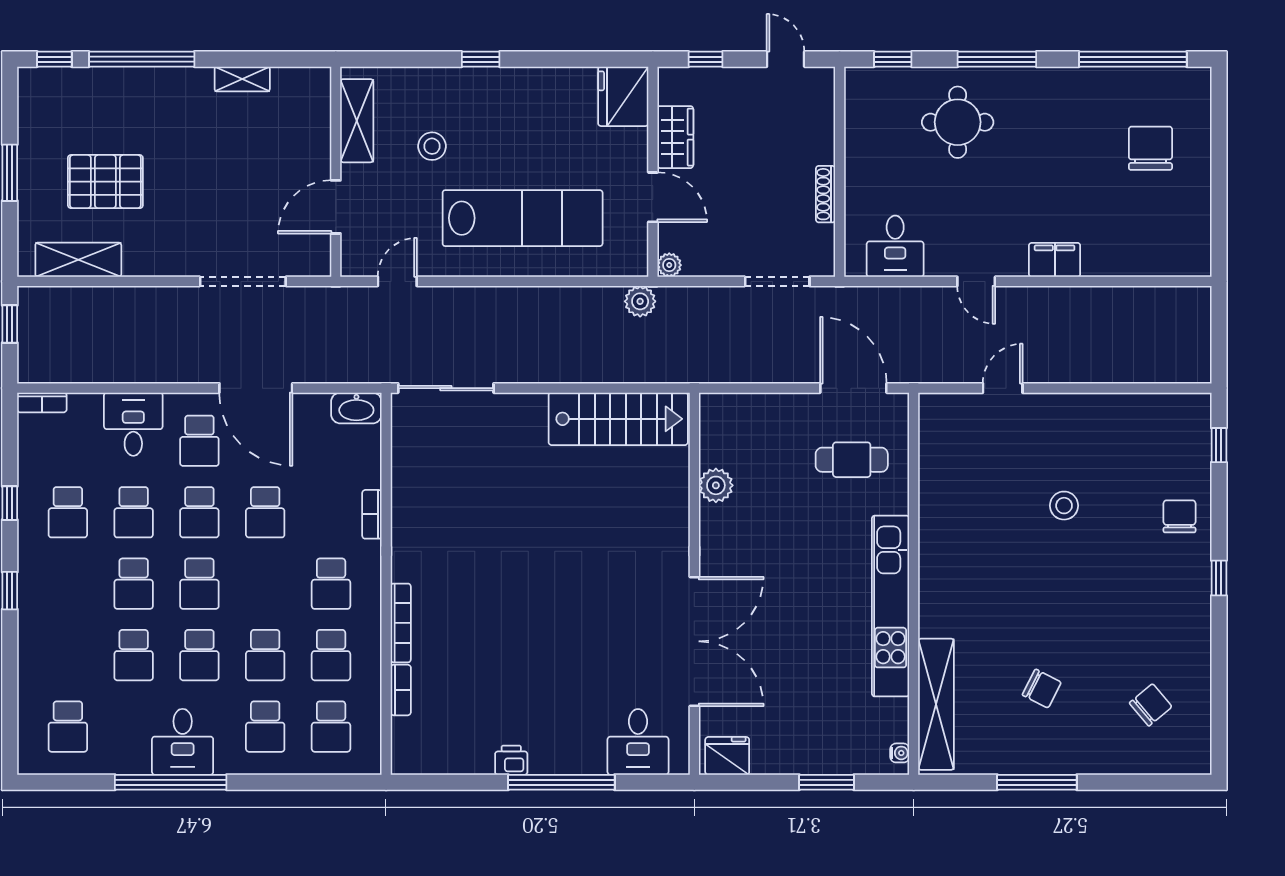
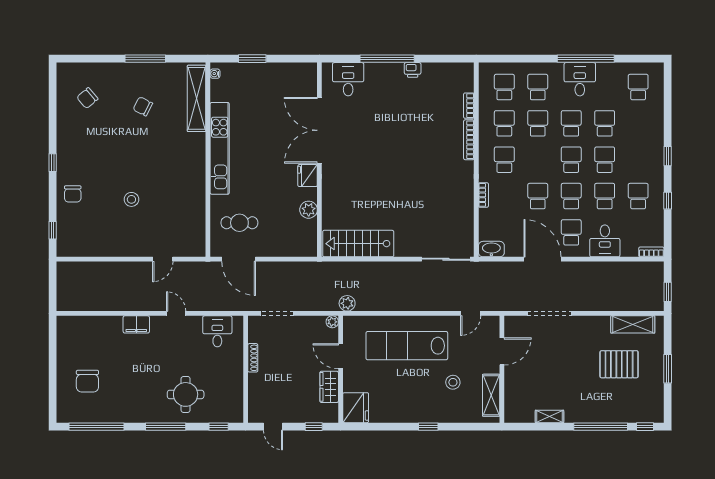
fridge: (727, 756) -> (308, 176), moved, turned 90

